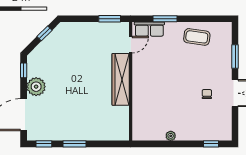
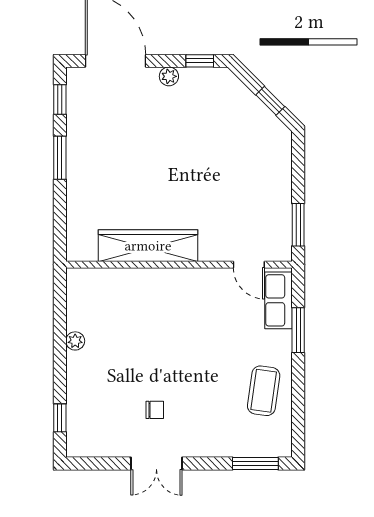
window: (235, 57) -> (255, 464), moved
wardrobe: (121, 79) -> (148, 246), moved
plant: (36, 87) -> (169, 76), width x0.53, depth x0.53

